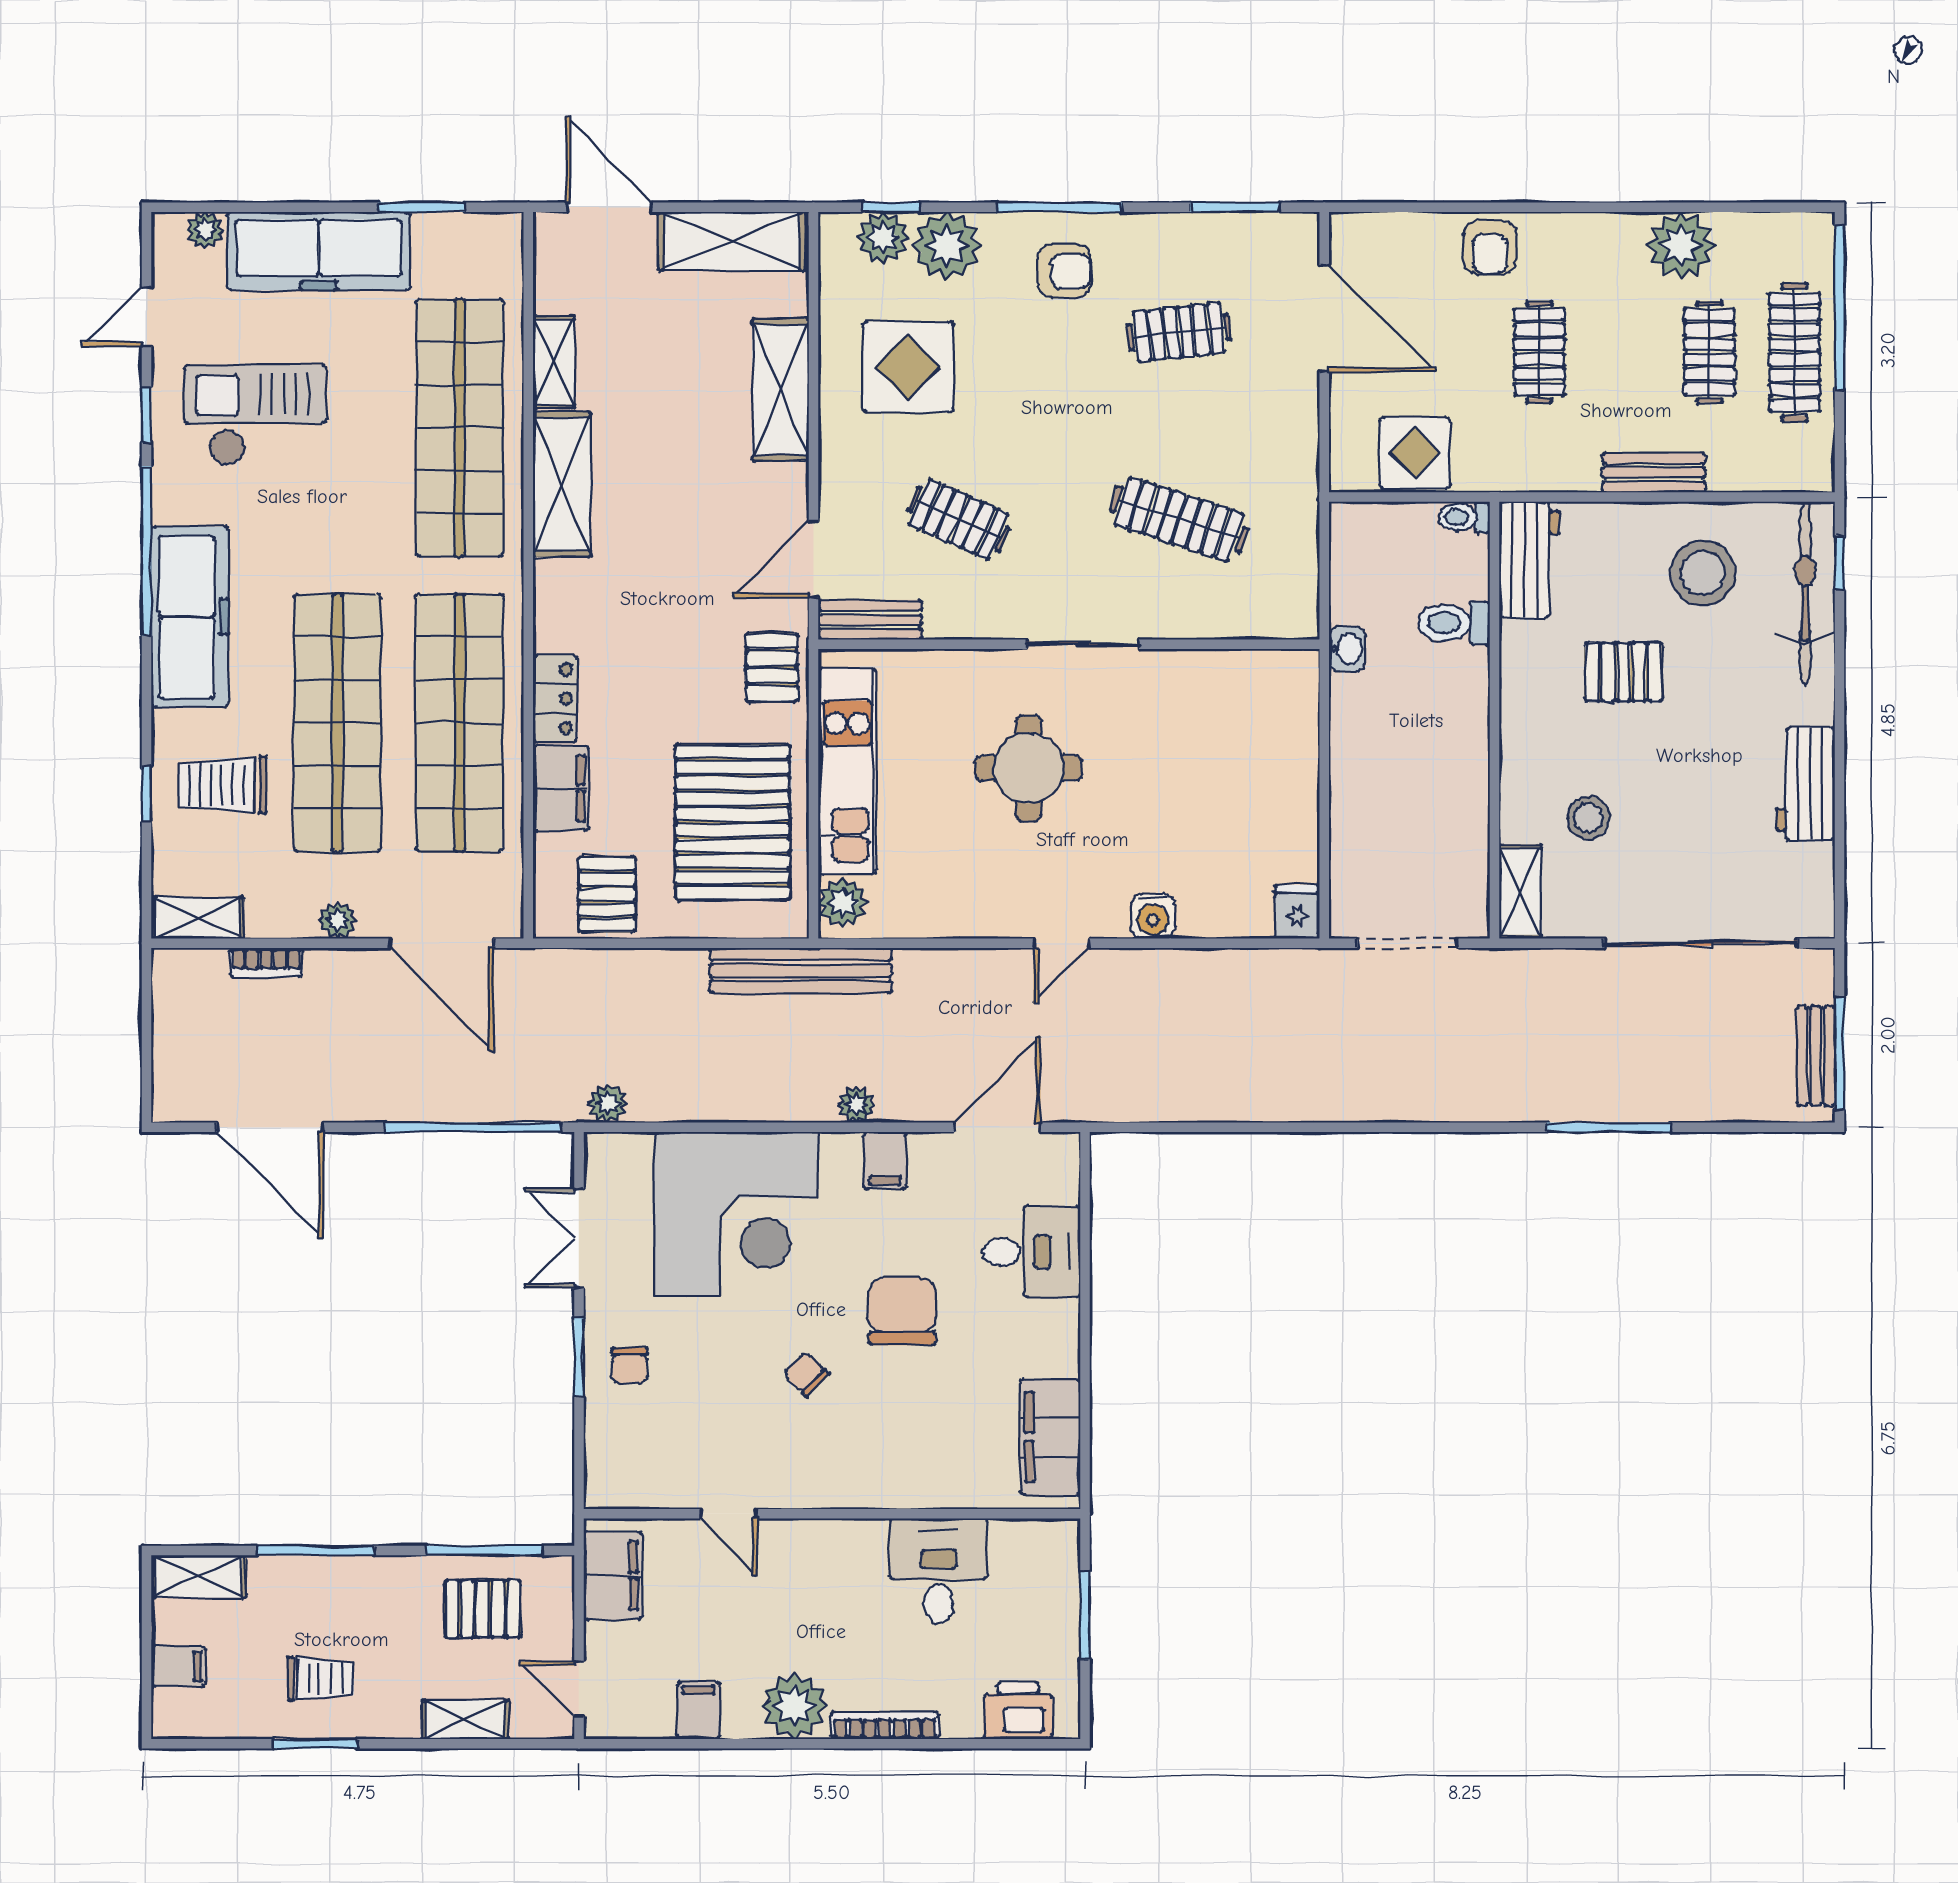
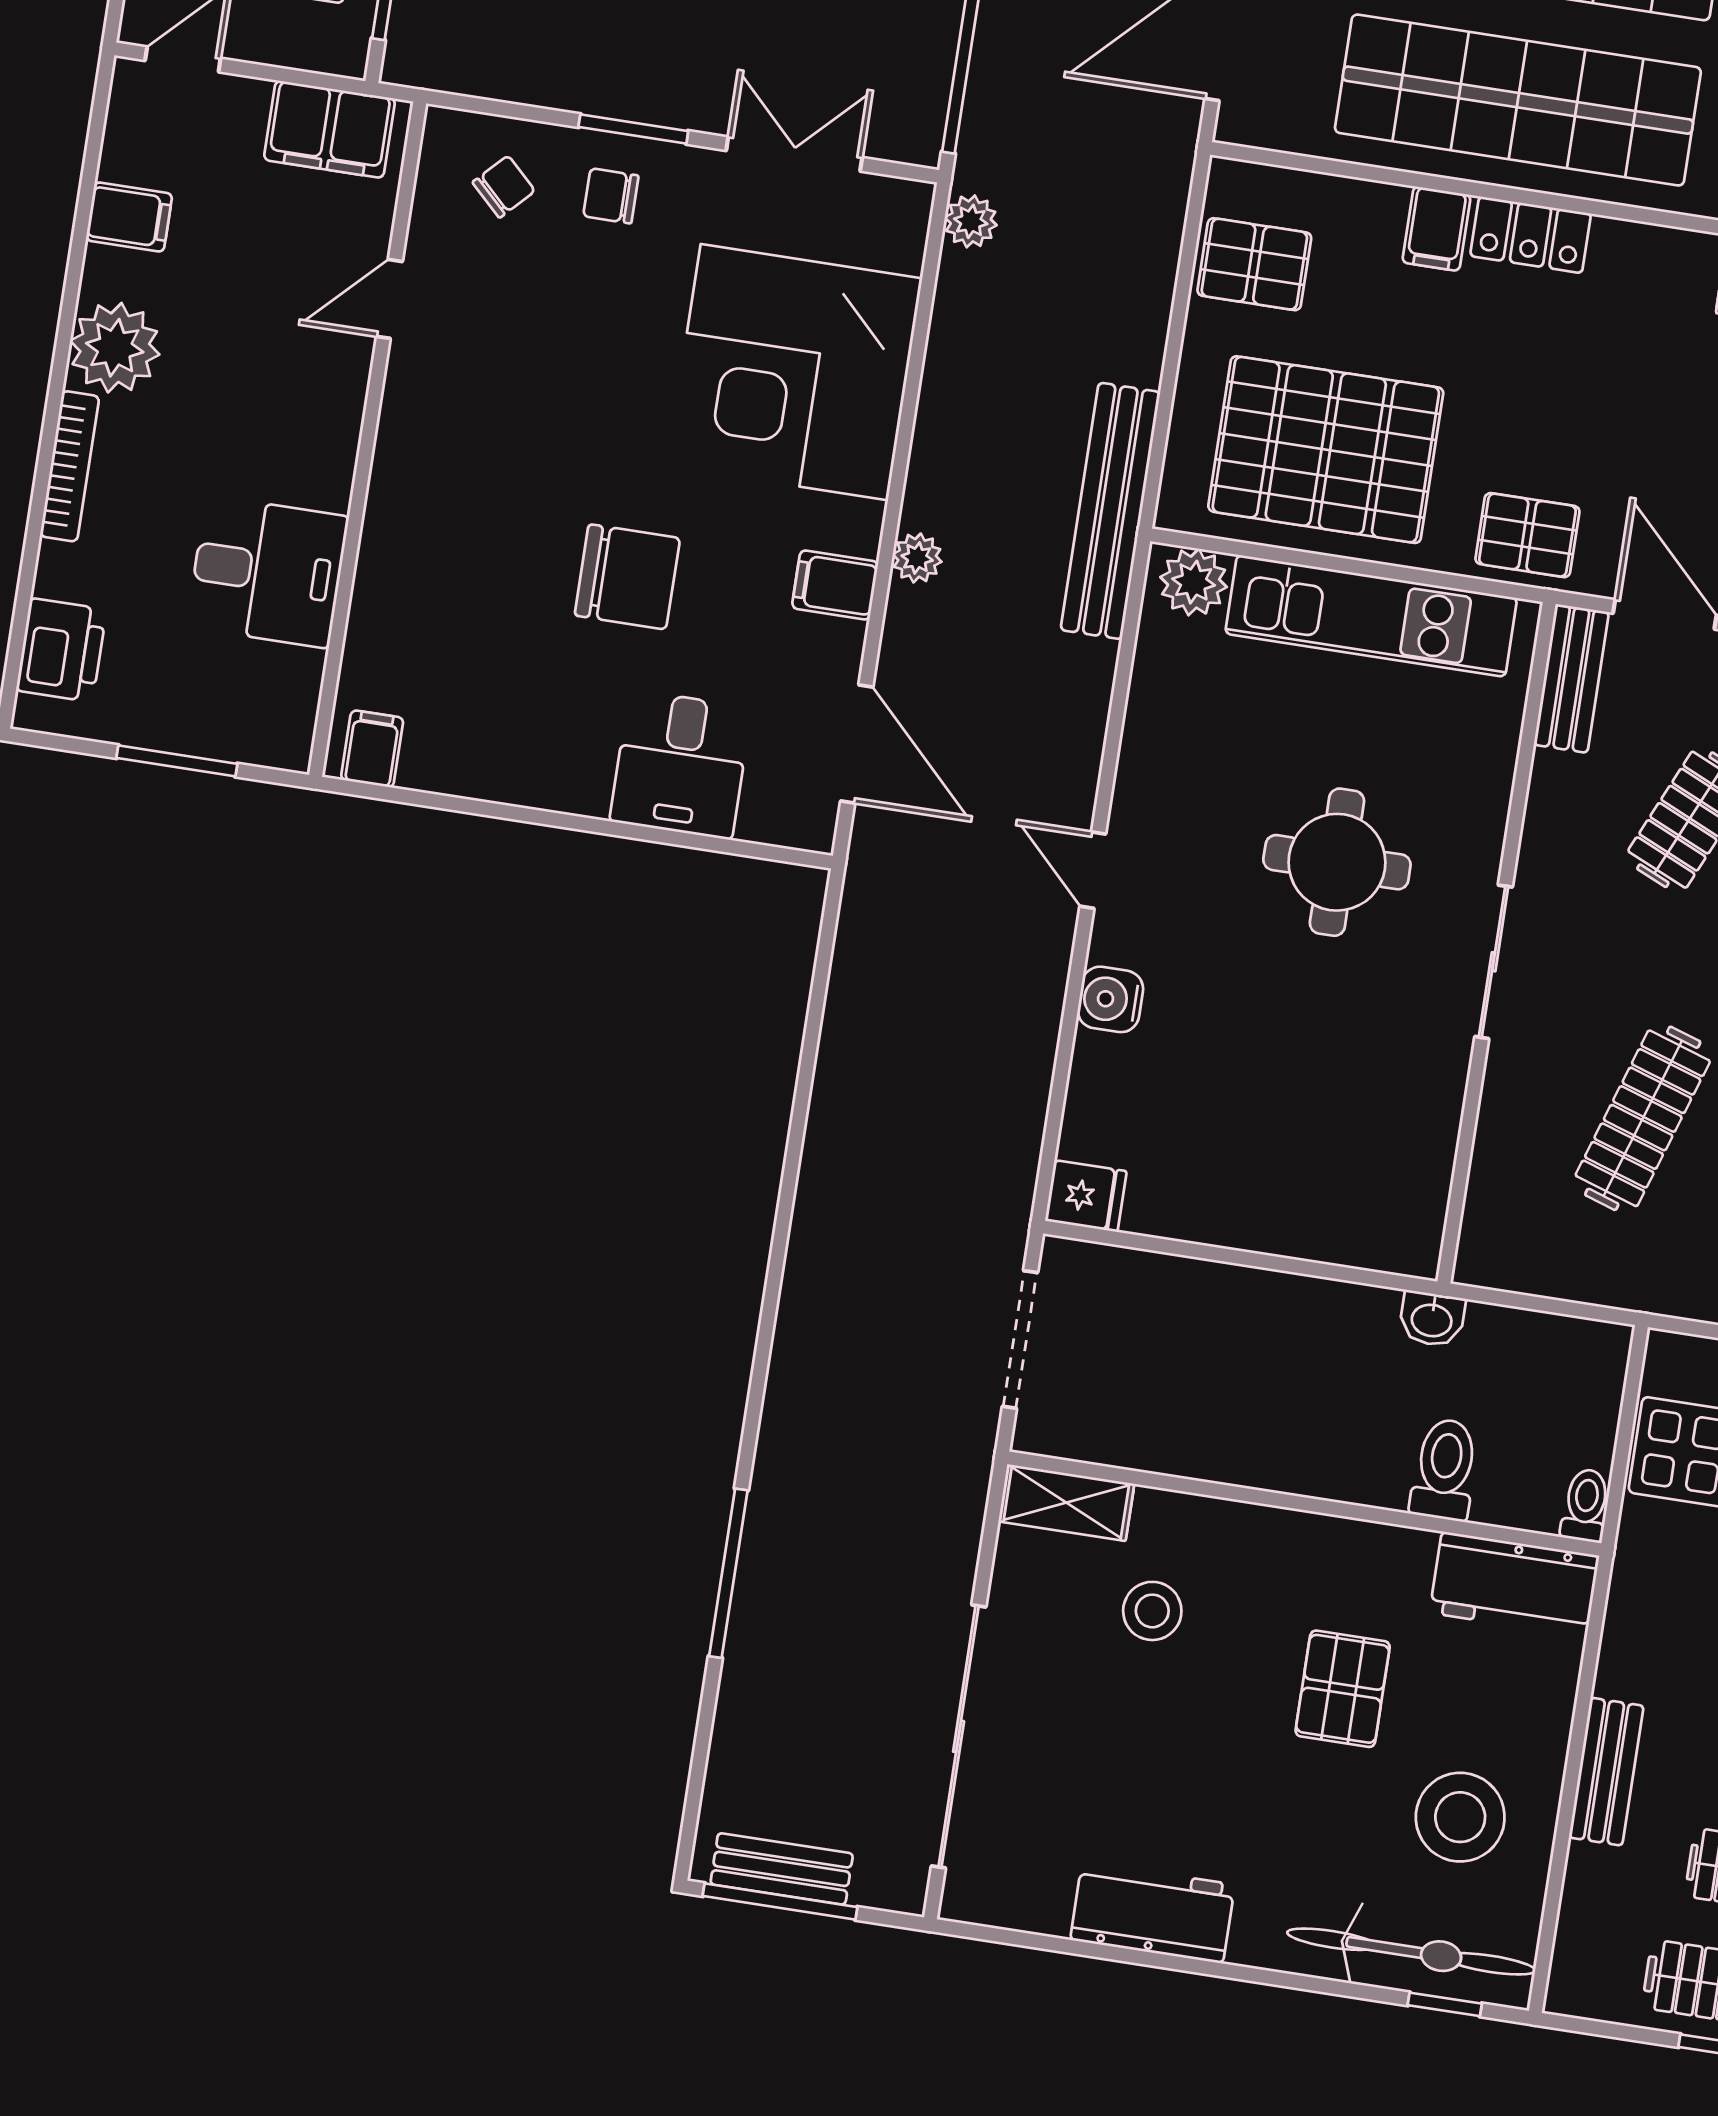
filing cabinet: (561, 788) -> (1436, 229), width x0.50
chair: (806, 1374) -> (504, 187), moved
filing cabinet: (1050, 1437) -> (372, 749), width x0.33, depth x0.86

